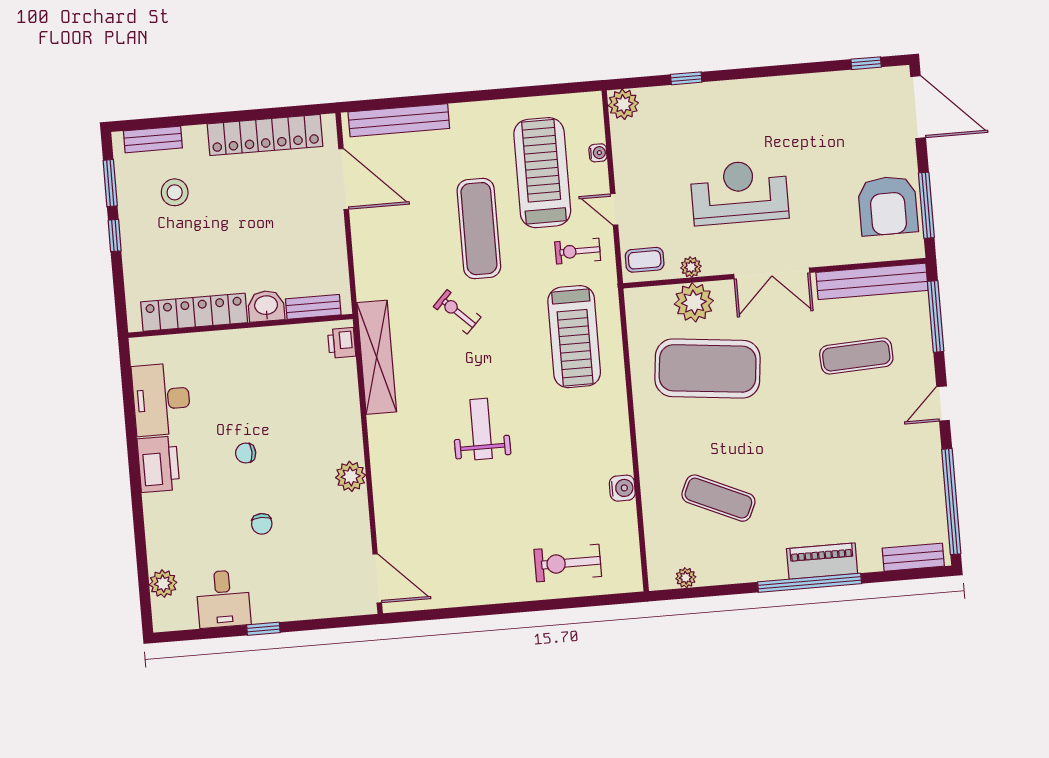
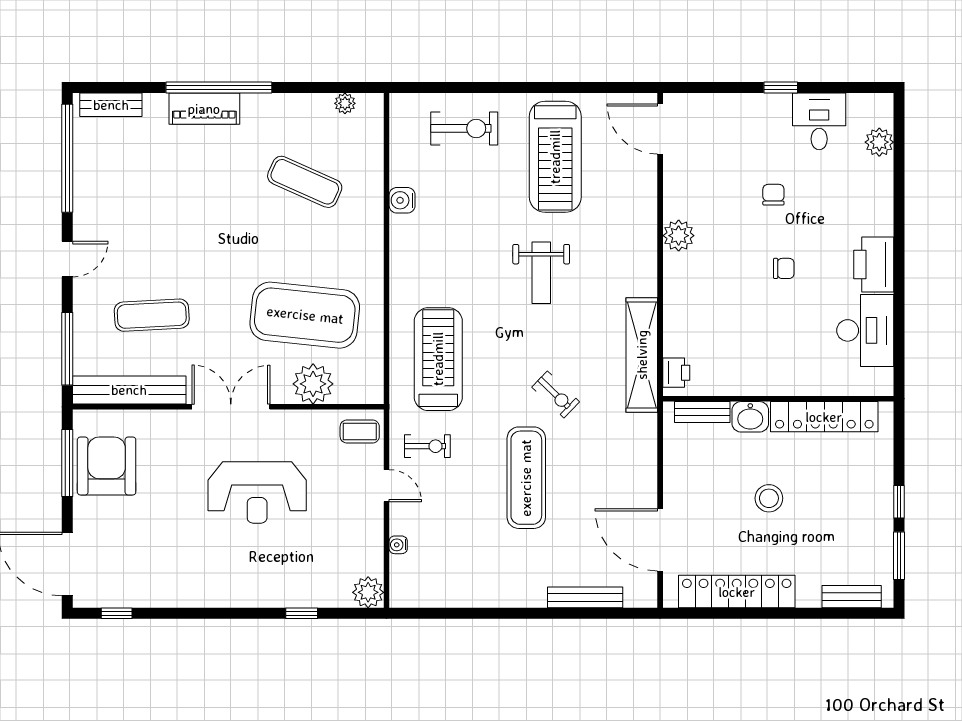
bench: (399, 120) -> (585, 597), width x0.73, depth x0.82
treadmill: (542, 173) -> (555, 157), moved
stool: (175, 192) -> (769, 498), moved
plant: (691, 267) -> (313, 420), removed

